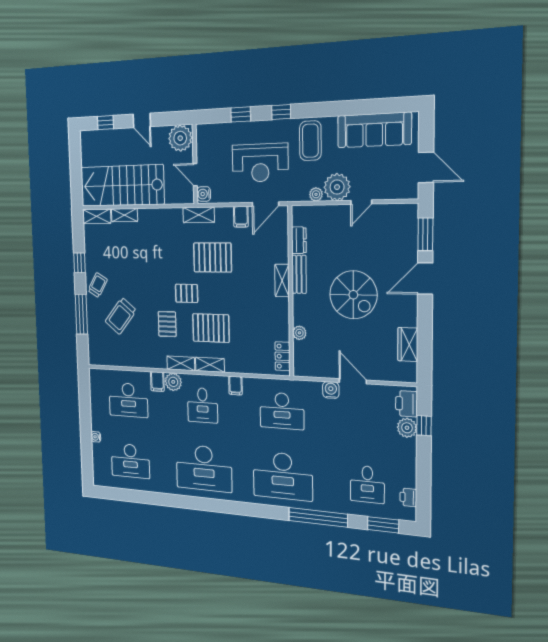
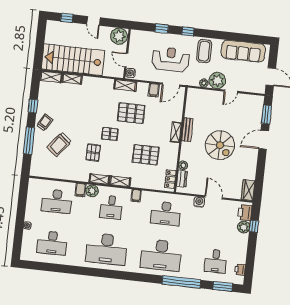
reception desk: (260, 163) -> (171, 59), turned 180
dresser: (299, 240) -> (182, 179), moved
pallet: (211, 328) -> (146, 155), moved
wardrobe: (408, 344) -> (248, 190), moved

